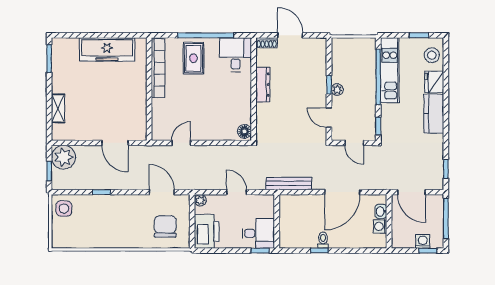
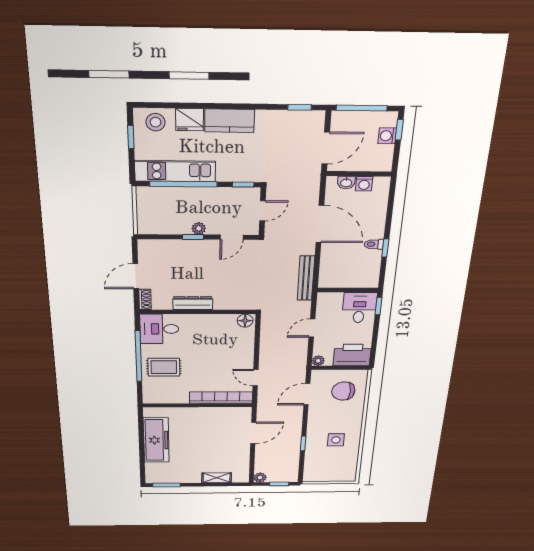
bookcase: (158, 68) -> (221, 398), moved
plant: (63, 157) -> (260, 478), width x0.53, depth x0.53
side table: (64, 209) -> (336, 440), moved

